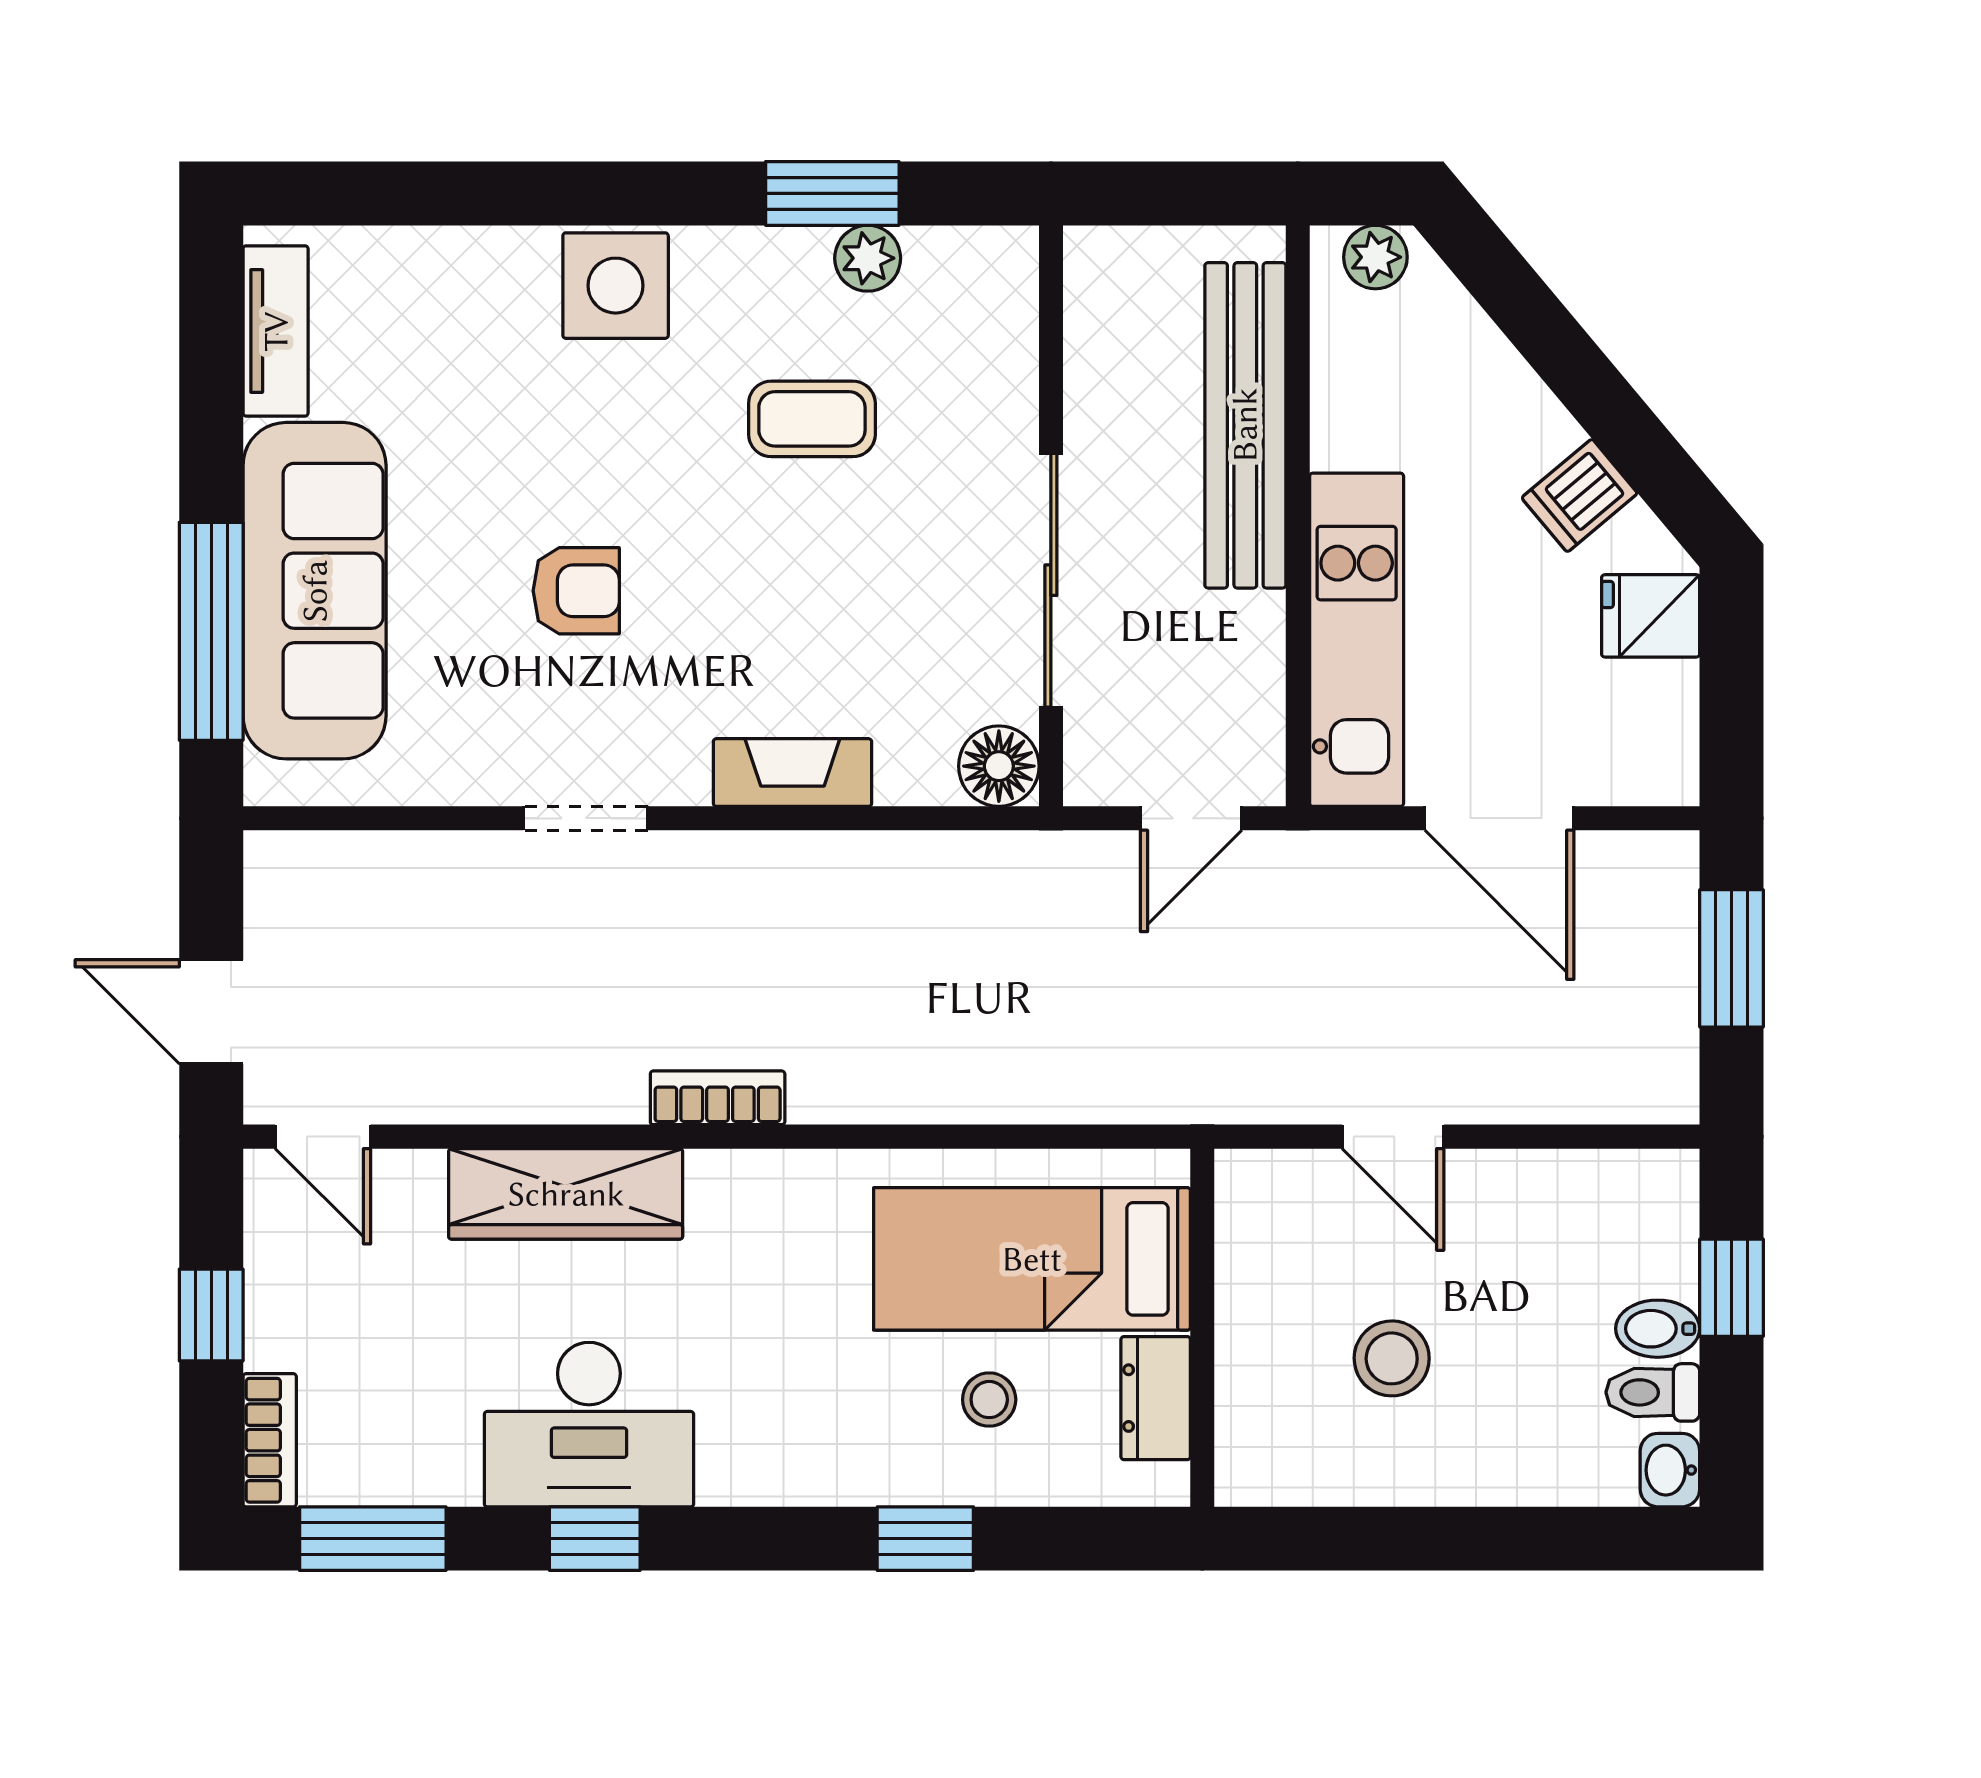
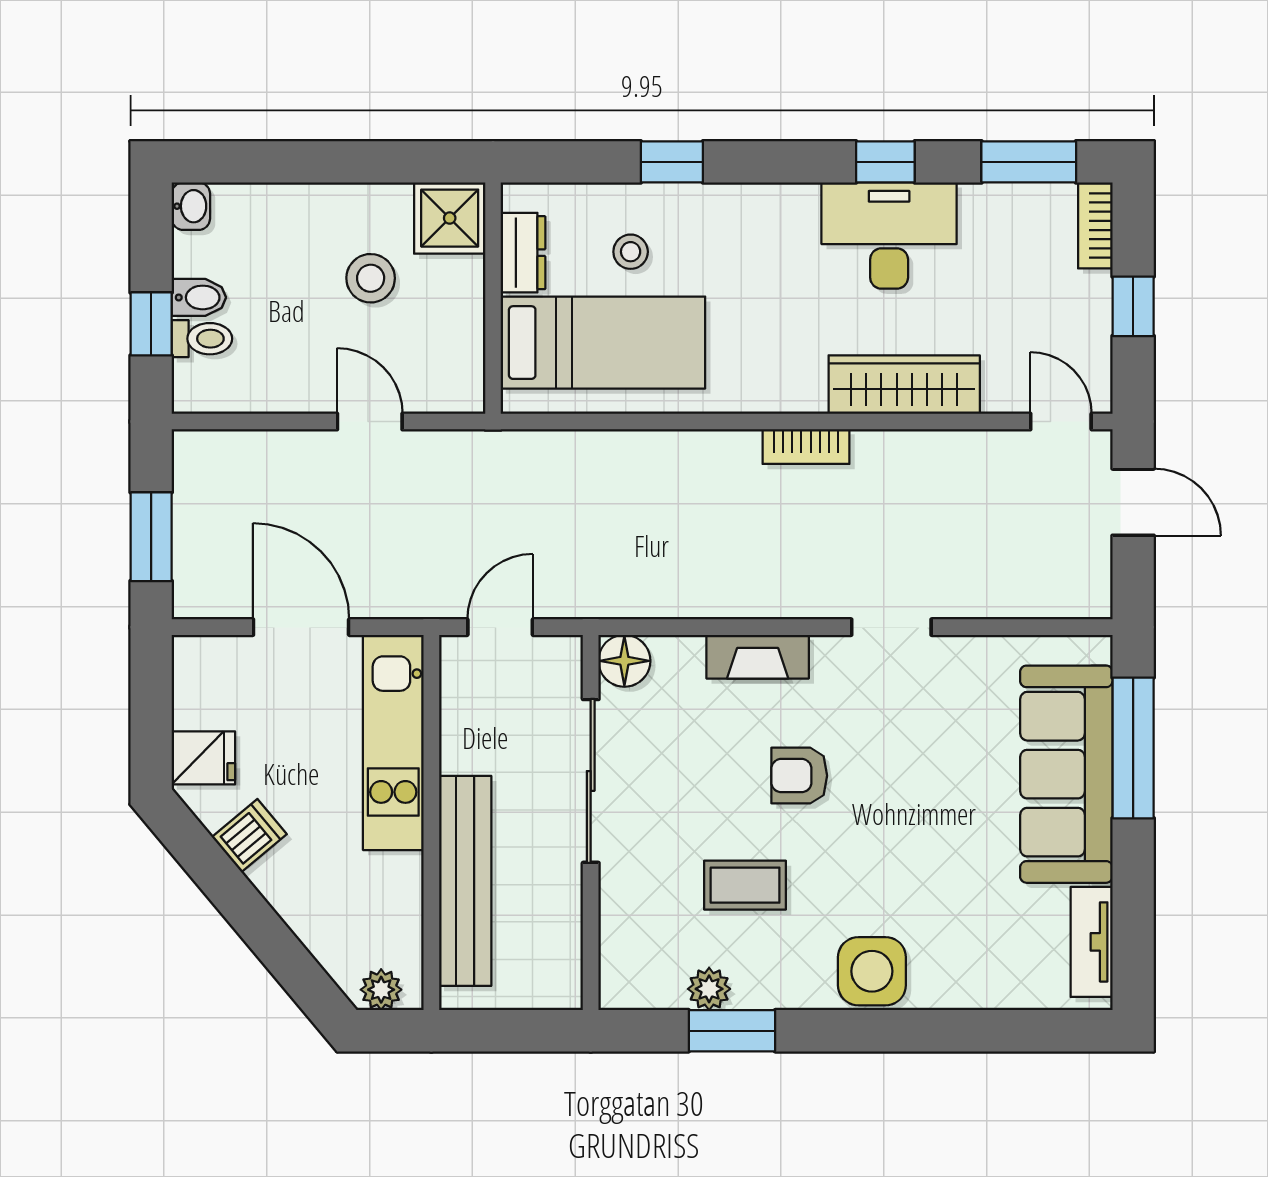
armchair: (576, 591) -> (799, 776), moved
toilet: (1653, 1392) -> (202, 339), moved
shower: (1269, 1452) -> (450, 218), added

